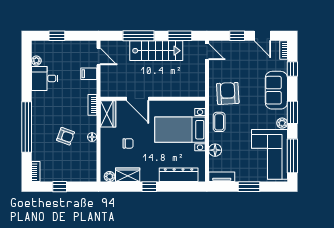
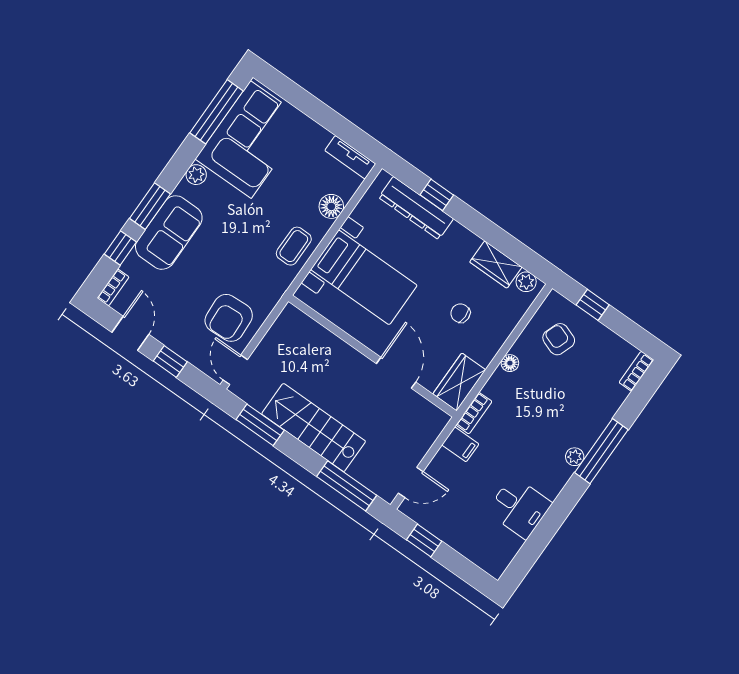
window: (57, 36) -> (424, 541), moved
window: (138, 36) -> (347, 486), moved
door: (98, 56) -> (411, 482), swing flipped
plant: (36, 61) -> (575, 457), moved
filing cabinet: (89, 74) -> (460, 444), moved
armchair: (228, 93) -> (229, 318), moved
window: (292, 112) -> (150, 206), moved
window: (27, 127) -> (601, 451), width x0.68
armchair: (66, 136) -> (559, 339), moved
window: (60, 187) -> (593, 305), moved
window: (149, 187) -> (437, 195), moved
window: (249, 187) -> (319, 111), removed

